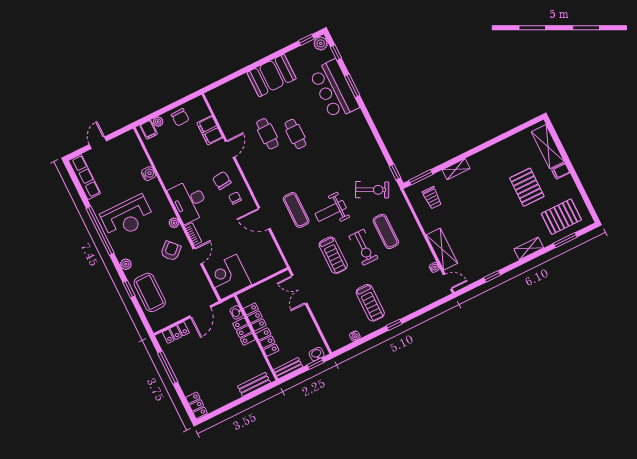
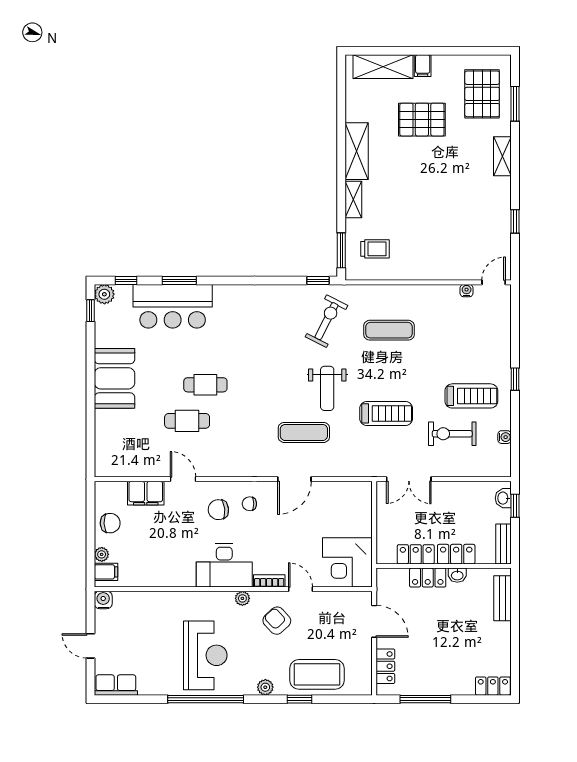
water cooler: (149, 174) -> (103, 600), moved
row of seats: (84, 177) -> (116, 685), width x0.68
exercise bike: (364, 247) -> (452, 434), moved, turned 180
shelving: (442, 249) -> (357, 151), moved, turned 90
washbasin: (236, 312) -> (457, 575), moved

